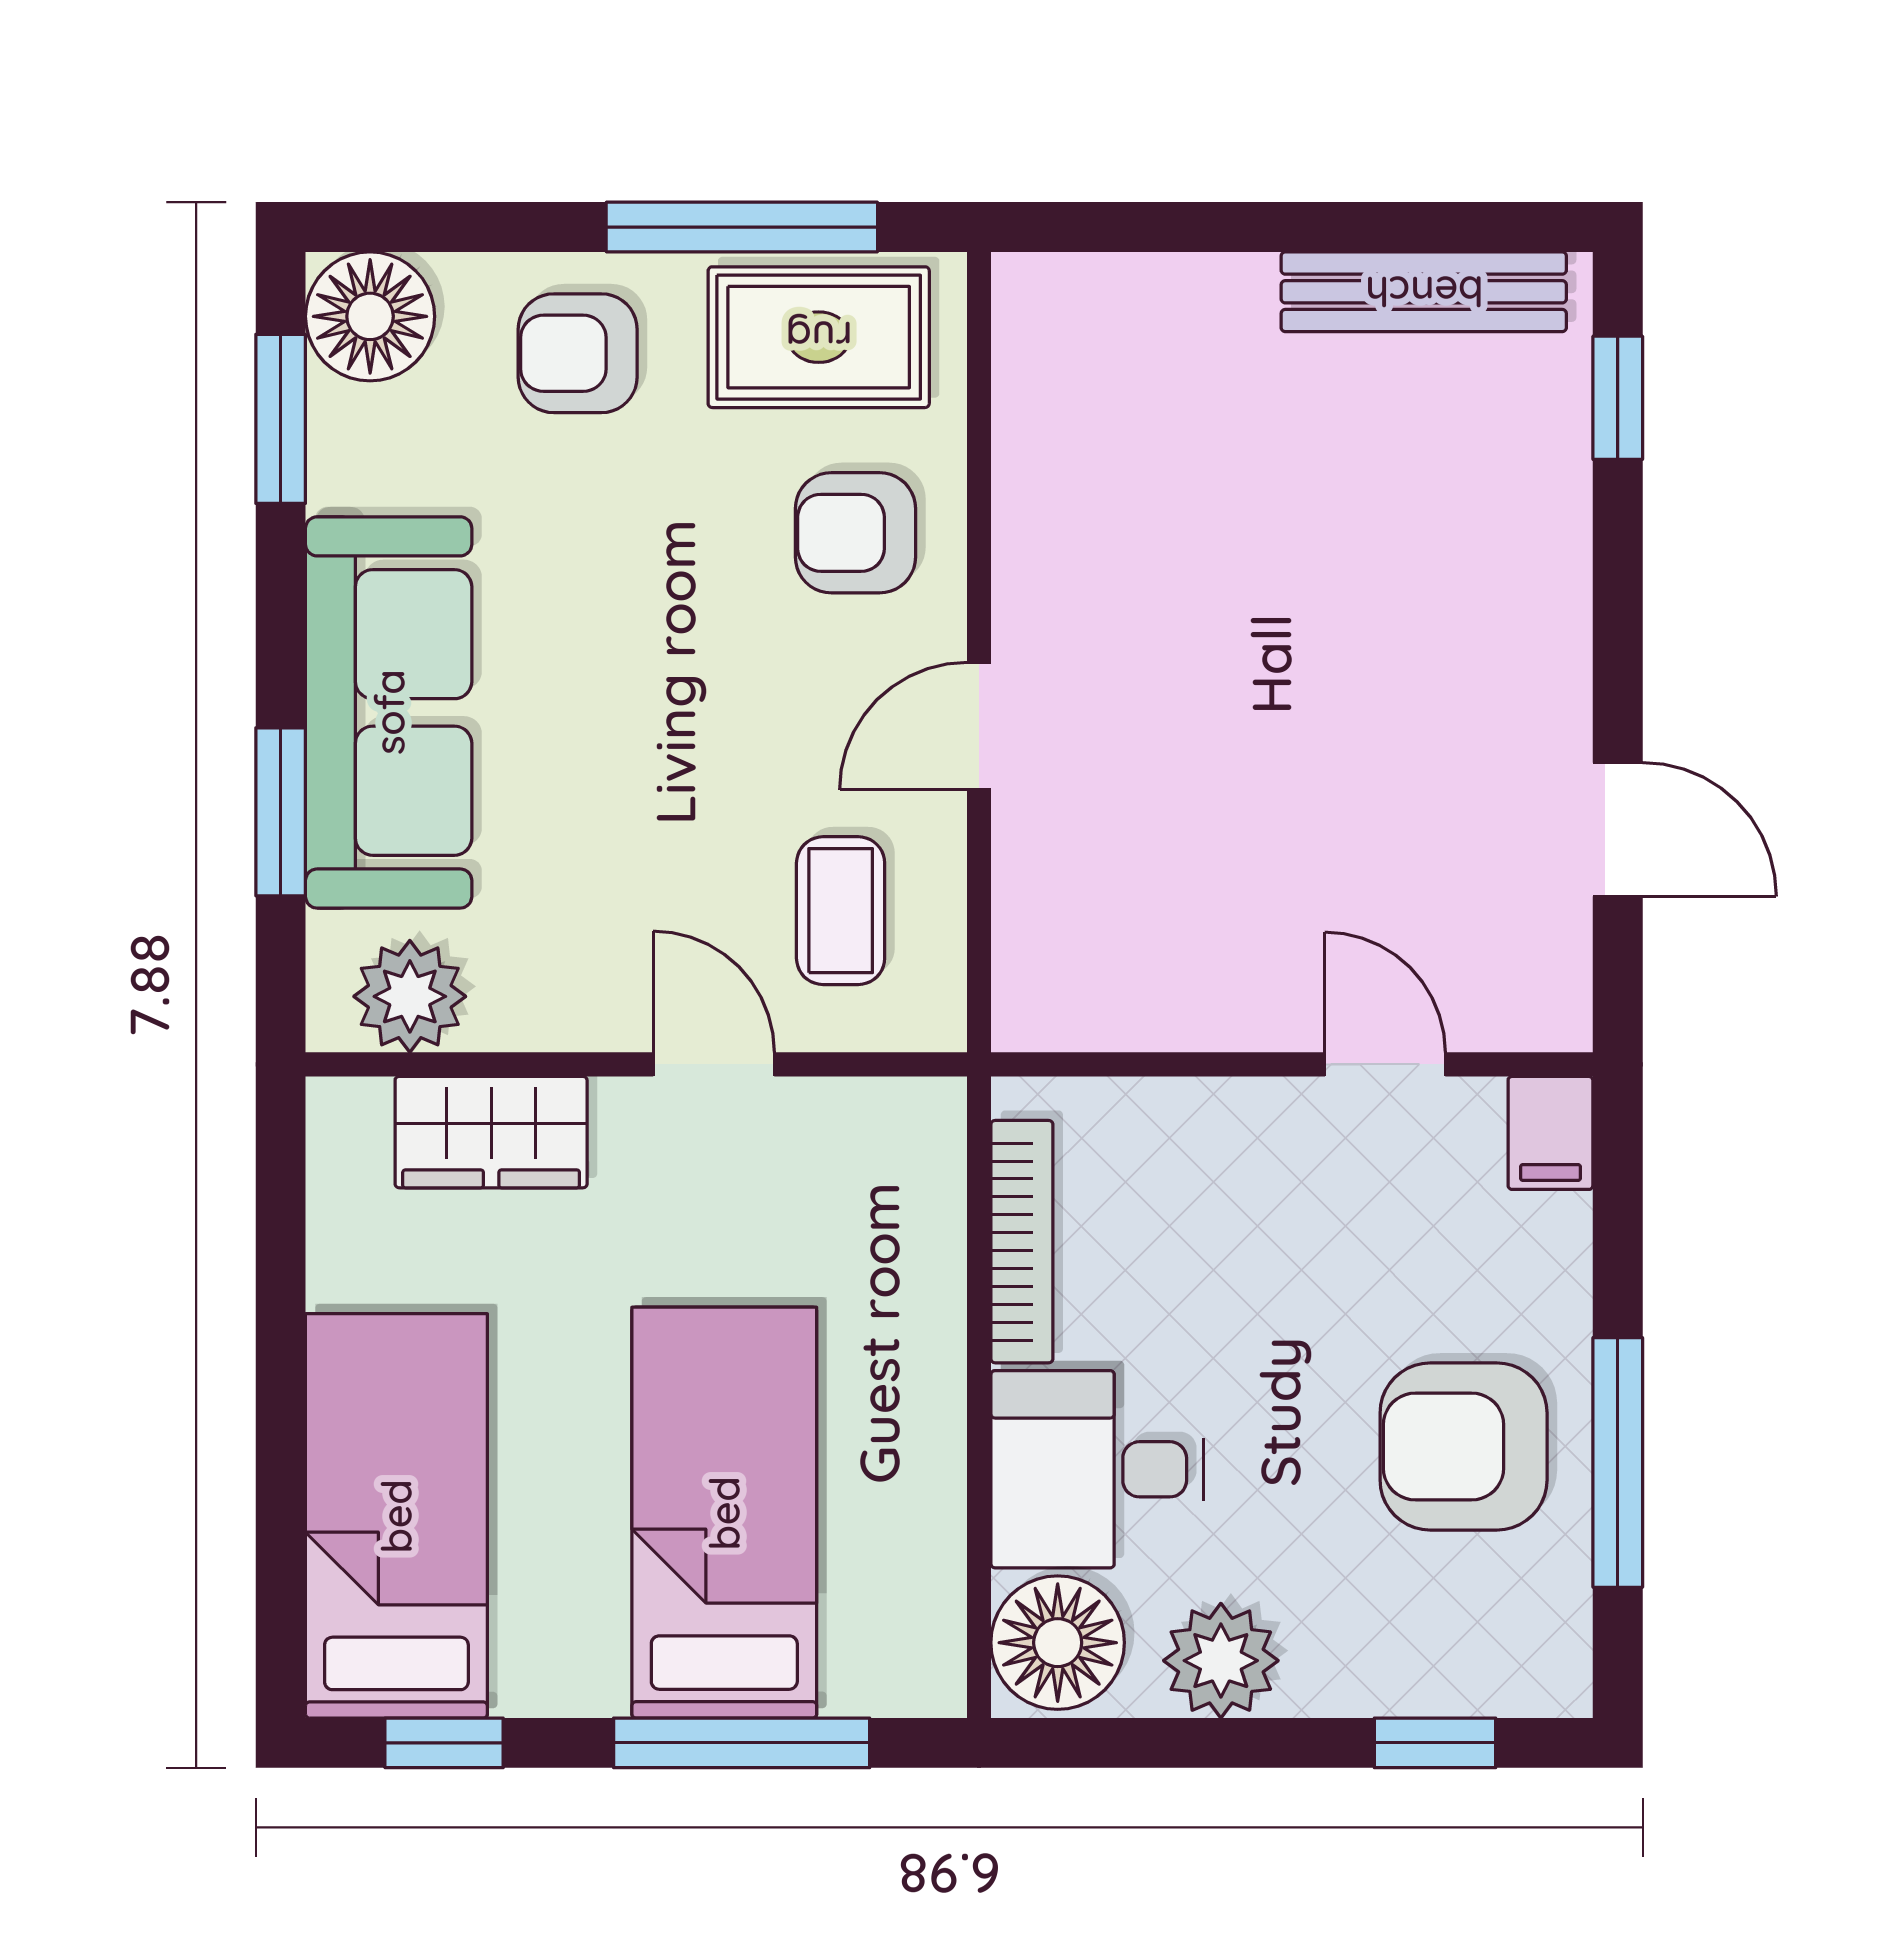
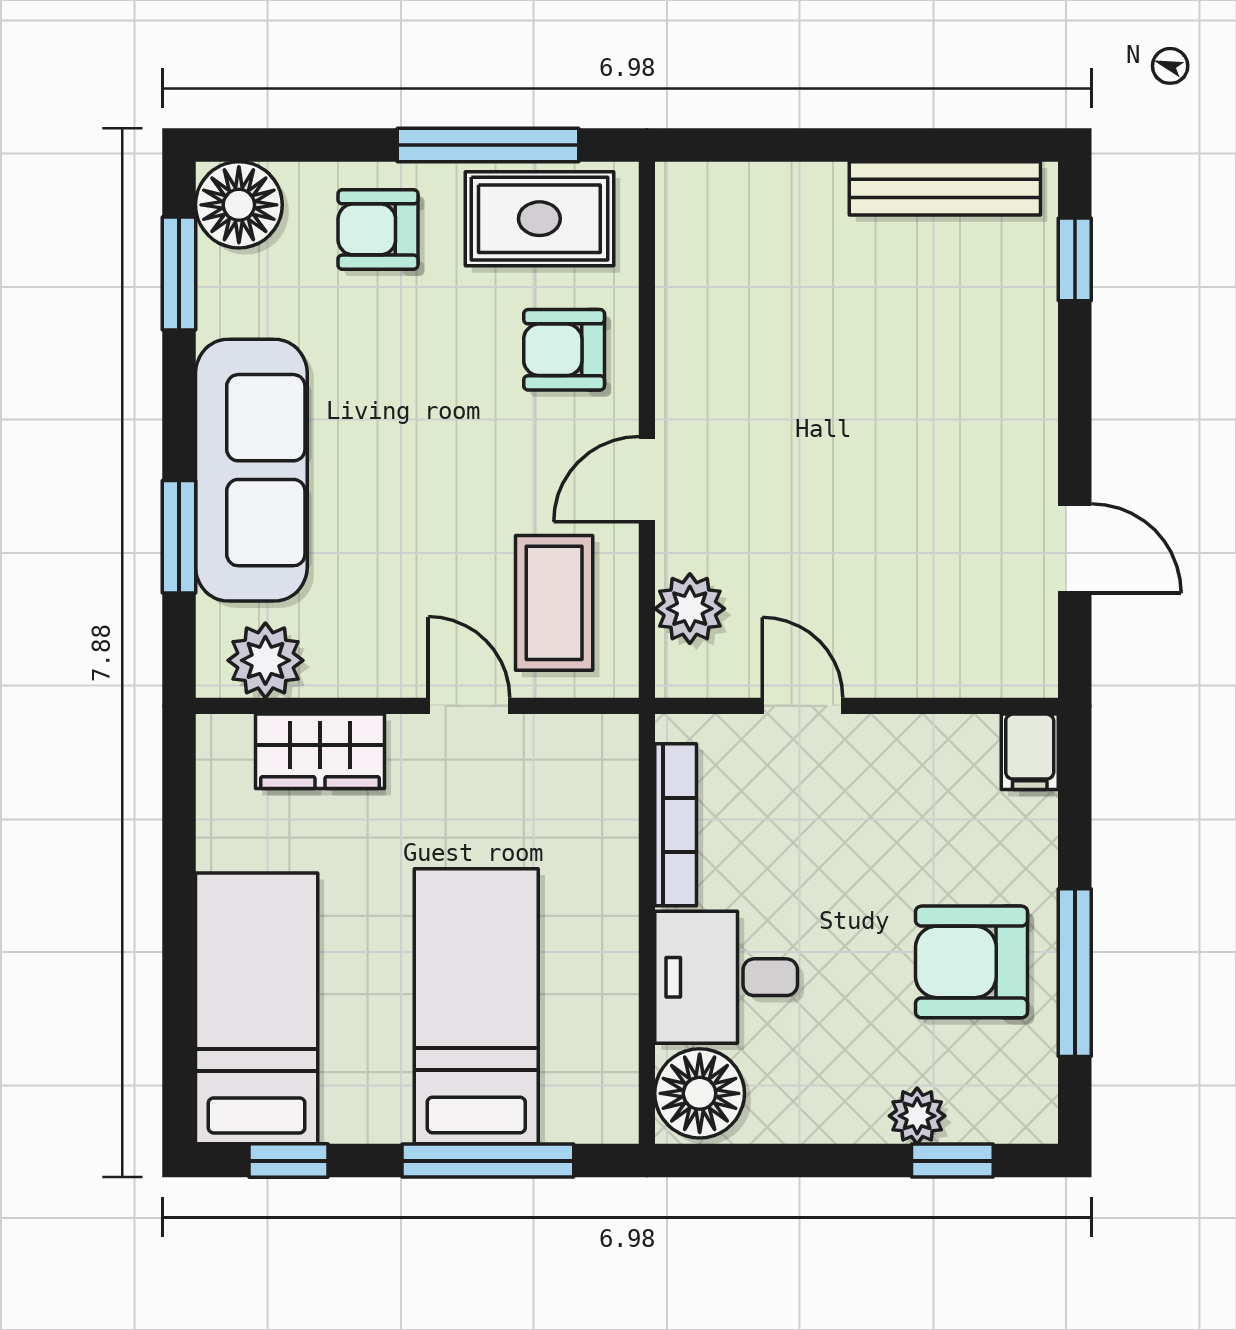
coffee table: (841, 911) -> (554, 603), width x1.36, depth x1.30
plant: (1043, 919) -> (690, 609), added
door: (1385, 1064) -> (803, 706), moved
plant: (1221, 1661) -> (917, 1116), moved, width x0.73, depth x0.73

